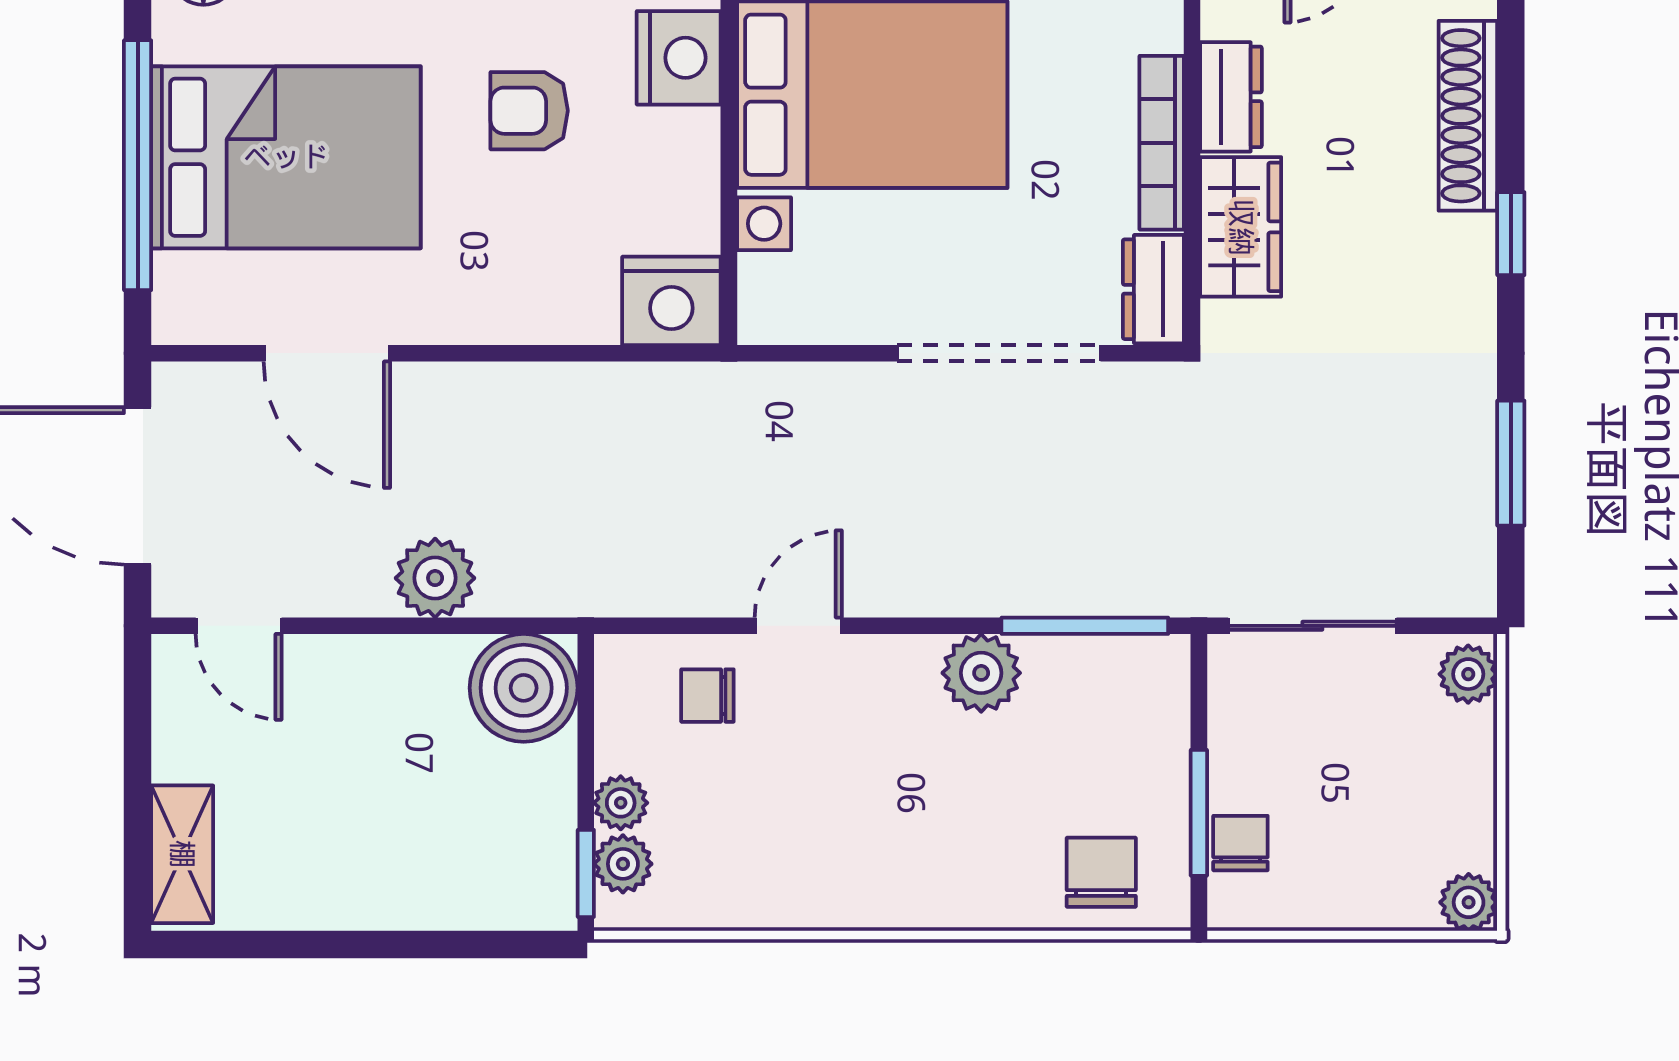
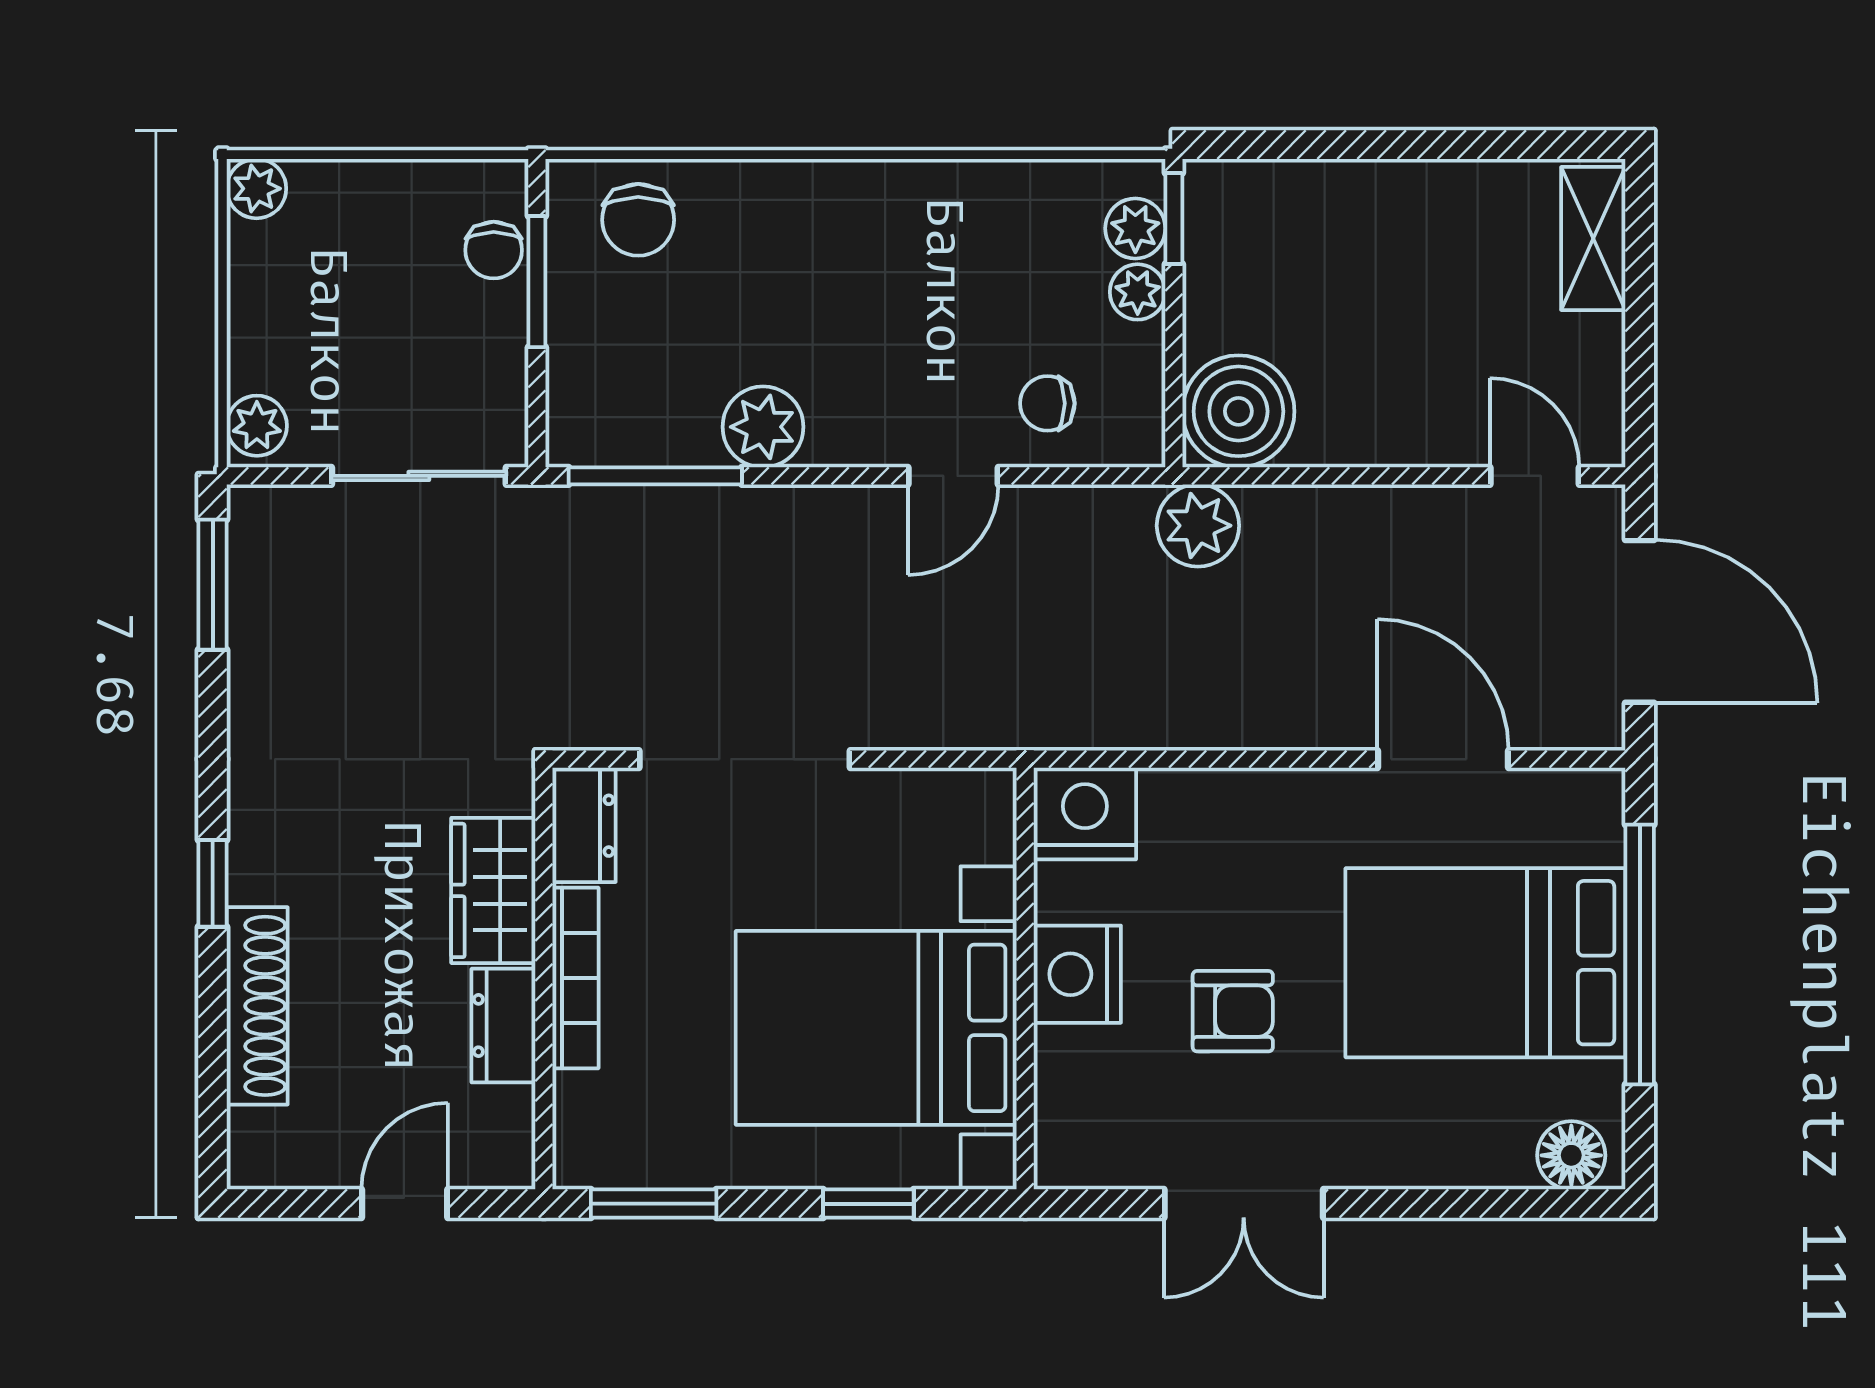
nightstand: (679, 58) -> (1077, 974), moved
window: (1511, 463) -> (213, 585), moved
plant: (435, 578) -> (1198, 526), moved
chair: (707, 696) -> (1047, 403), turned 180

